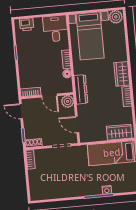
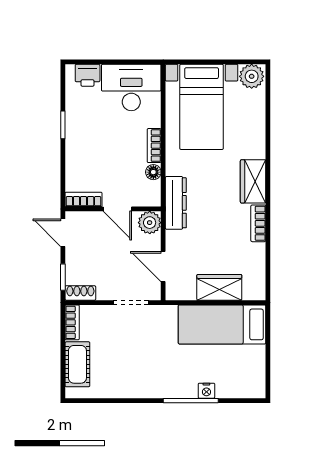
desk: (55, 28) -> (131, 87), width x1.37
wardrobe: (119, 132) -> (219, 287), moved
cot: (35, 182) -> (77, 364), added

